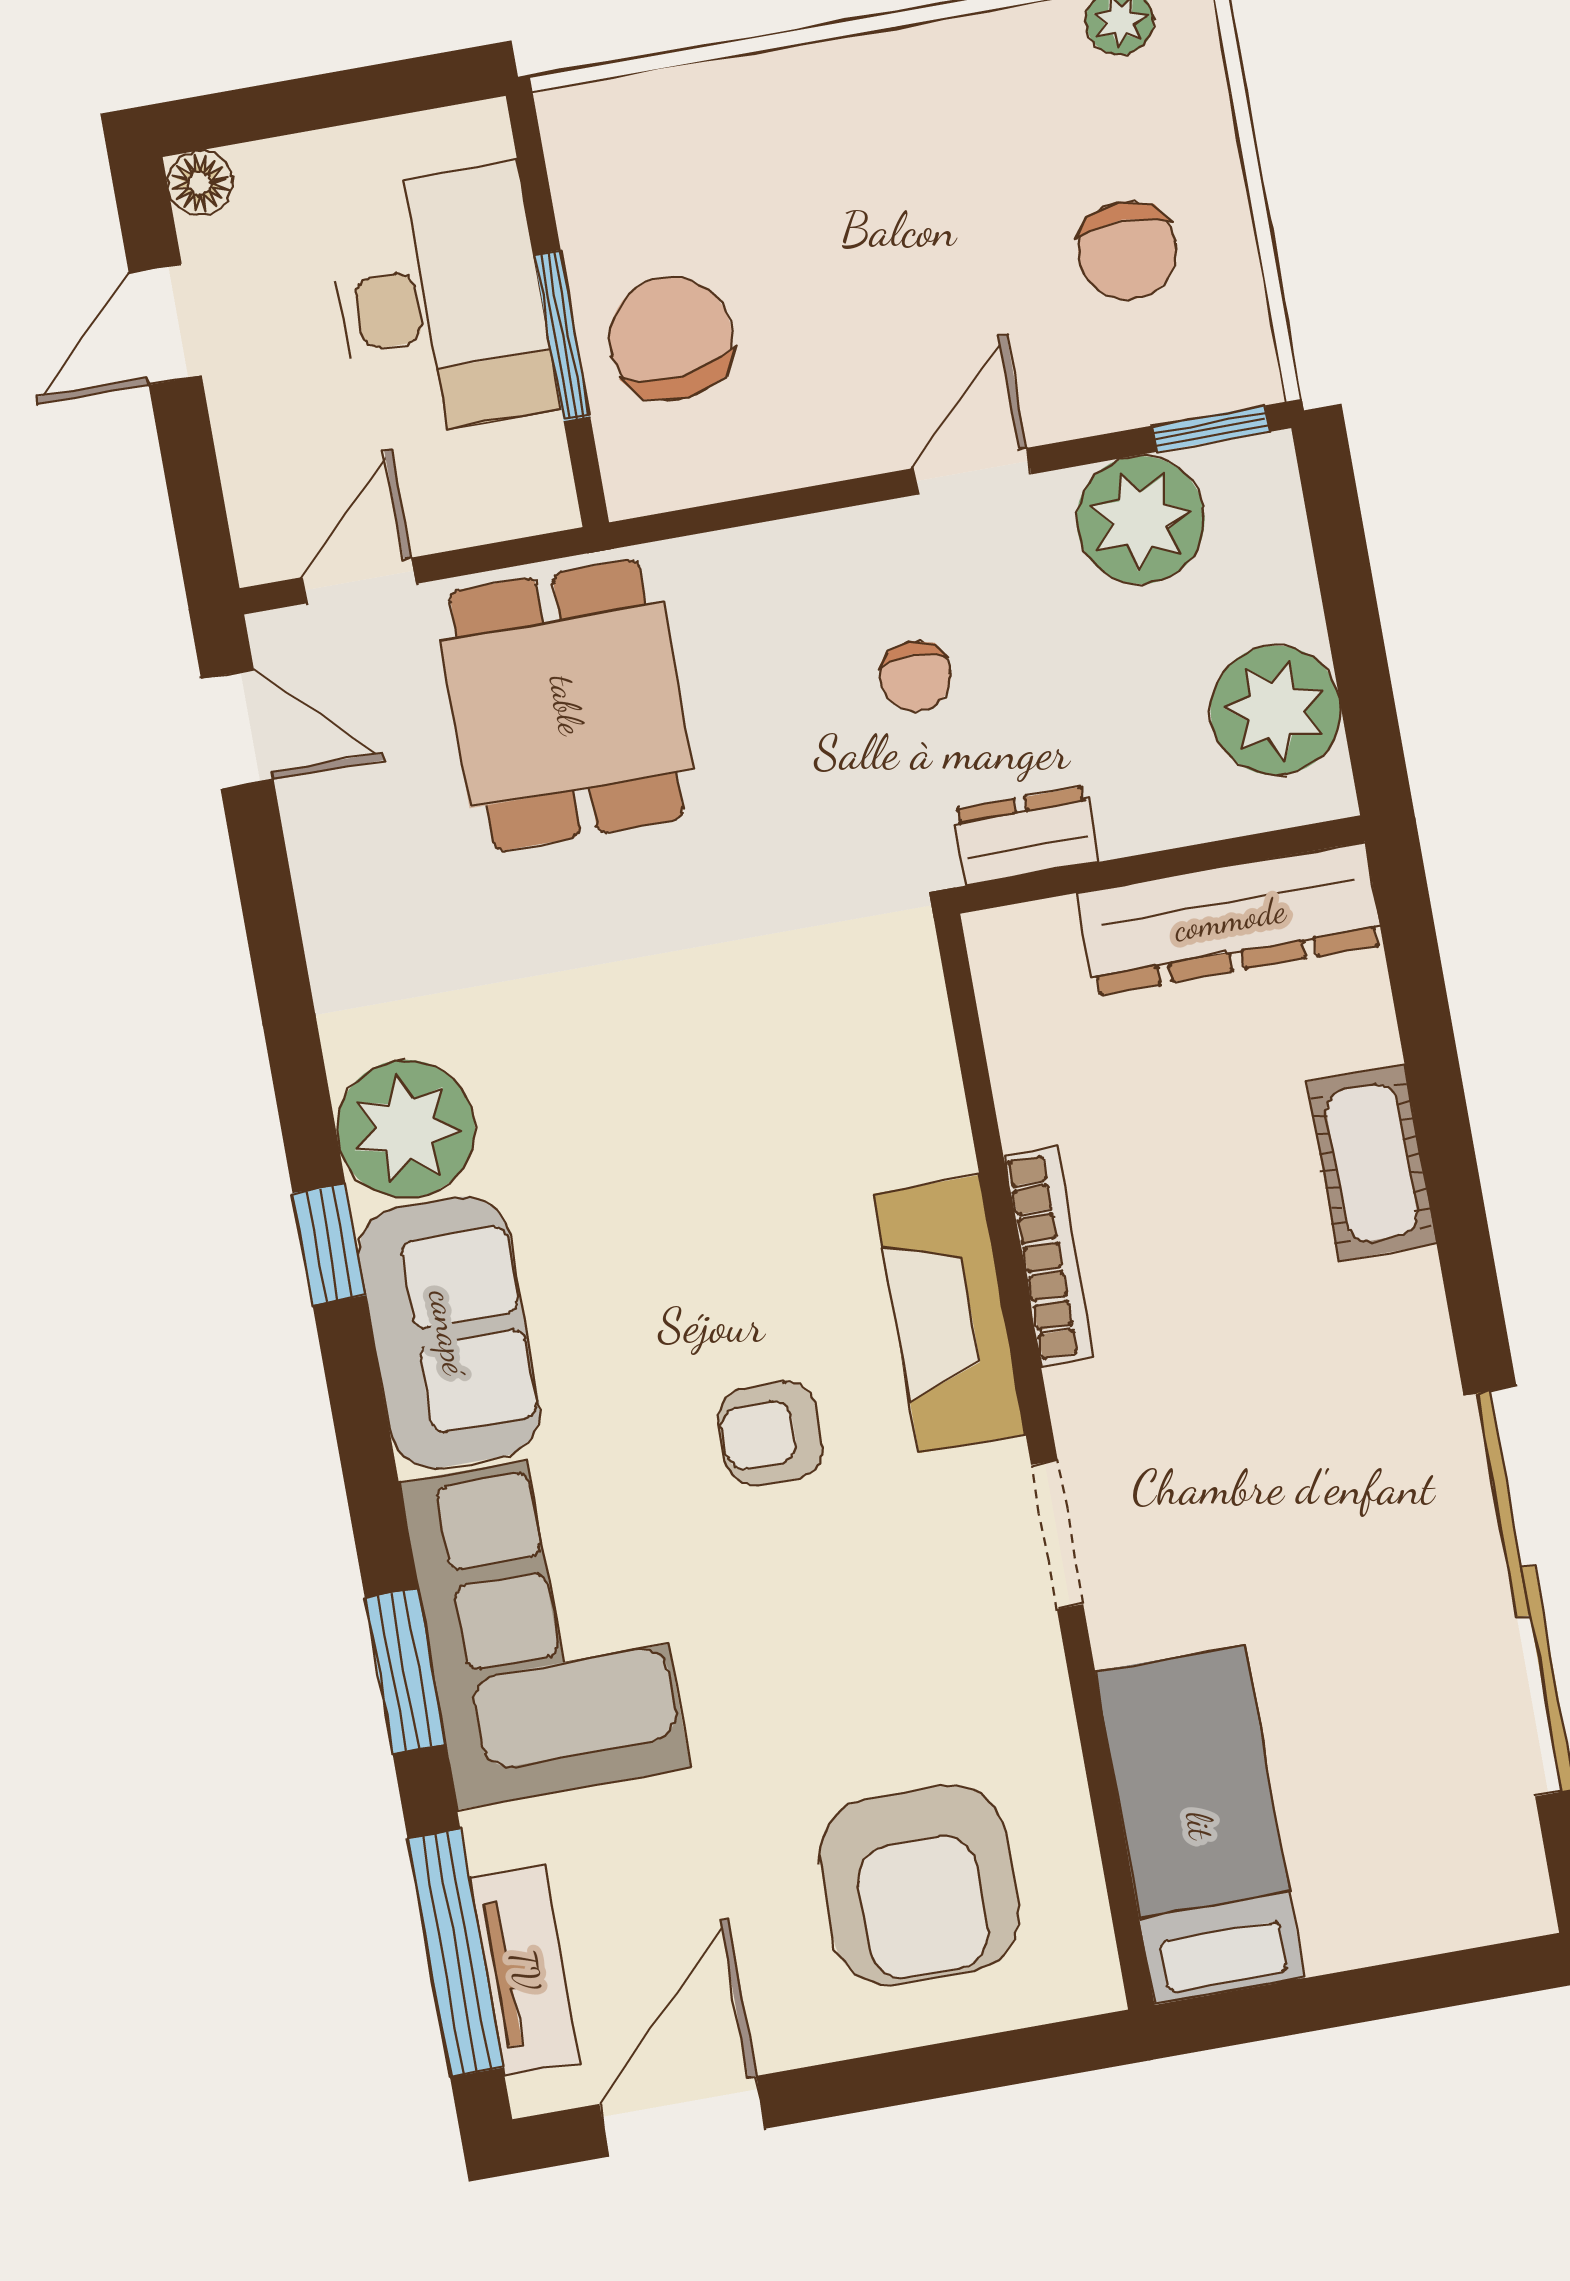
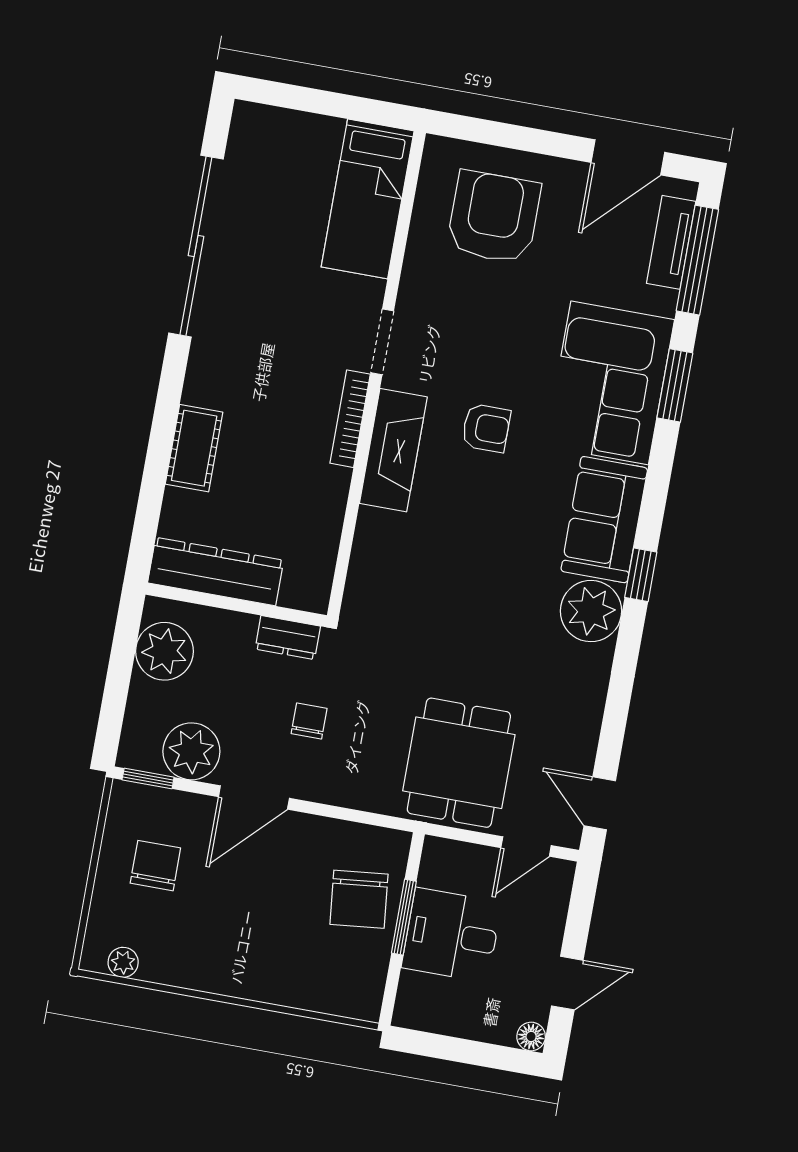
desk: (441, 301) -> (452, 935), width x0.73
door: (972, 471) -> (254, 798), width x1.38
bookcase: (1049, 1256) -> (350, 419), moved

